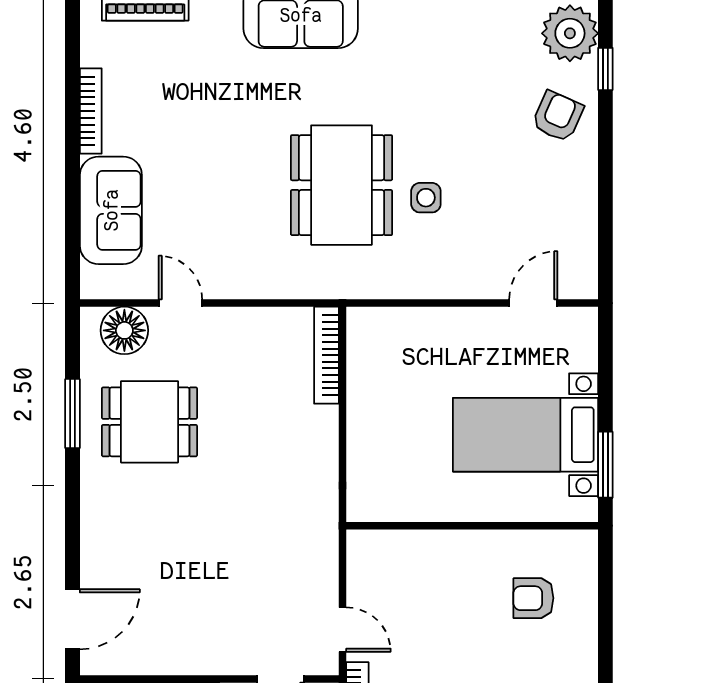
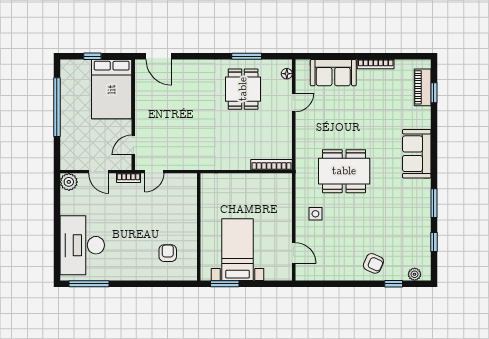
plant: (570, 33) -> (415, 274), width x0.53, depth x0.53
side table: (426, 198) -> (315, 214), moved
floor lamp: (124, 330) -> (287, 74), width x0.53, depth x0.53

